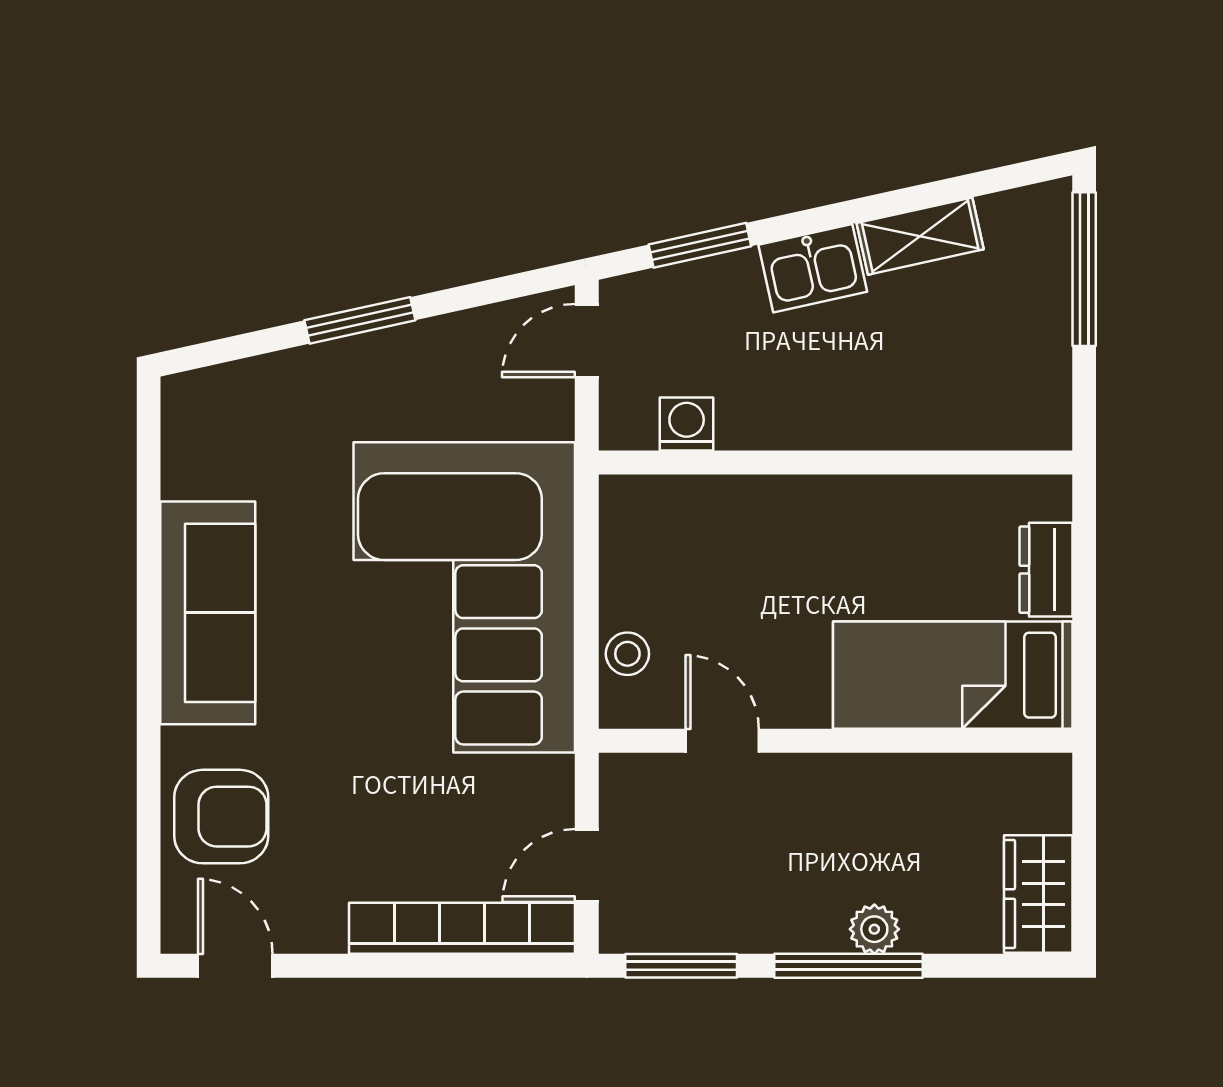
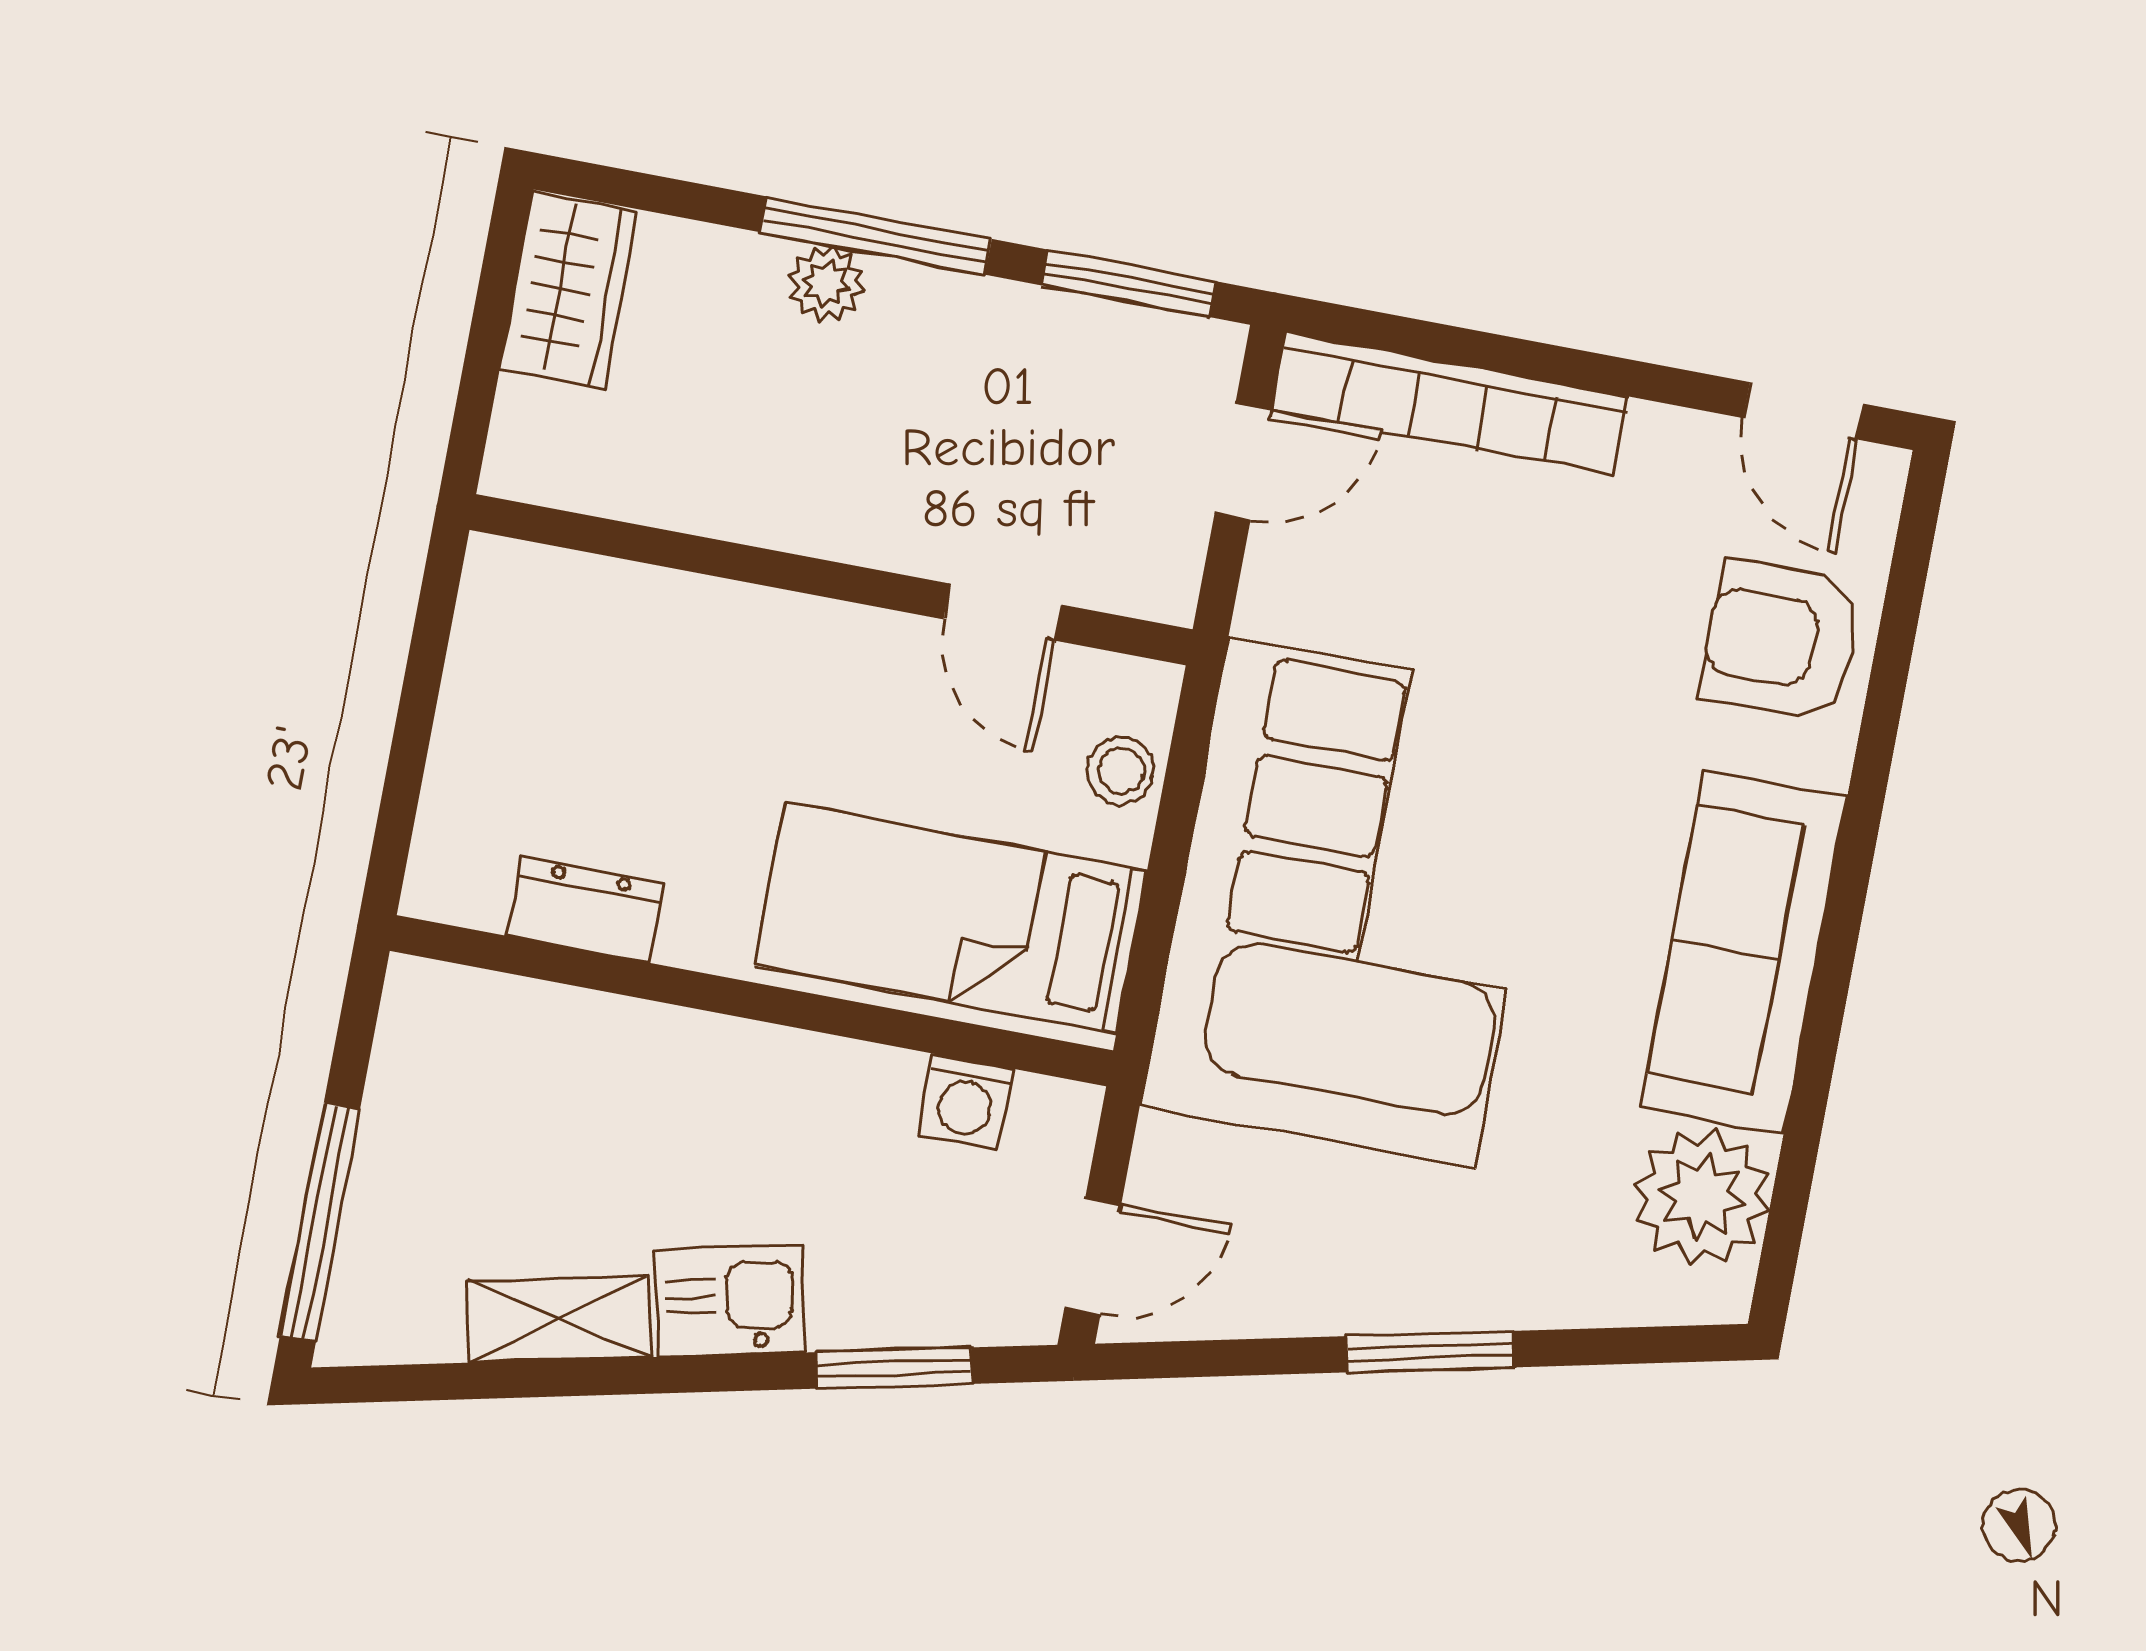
plant: (205, 452) -> (1702, 1197), added
dresser: (1046, 570) -> (585, 909), moved, turned -90
bed: (953, 675) -> (951, 918), moved, turned 180

